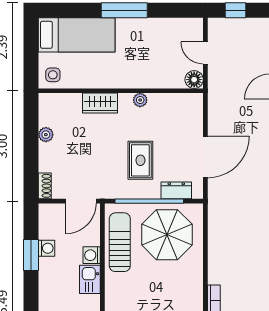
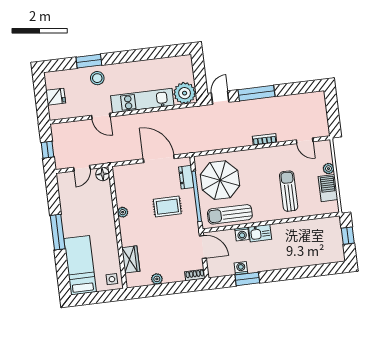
wardrobe: (100, 103) -> (131, 259), moved

